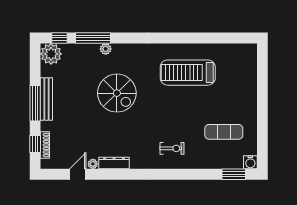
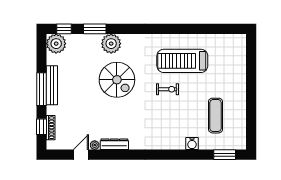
window: (93, 38) -> (95, 29), width x0.69
plant: (106, 49) -> (111, 44), width x1.88, depth x1.88
exercise mat: (224, 132) -> (216, 116), turned 90
exercise bike: (172, 148) -> (168, 89), moved
water cooler: (250, 162) -> (192, 144), moved

